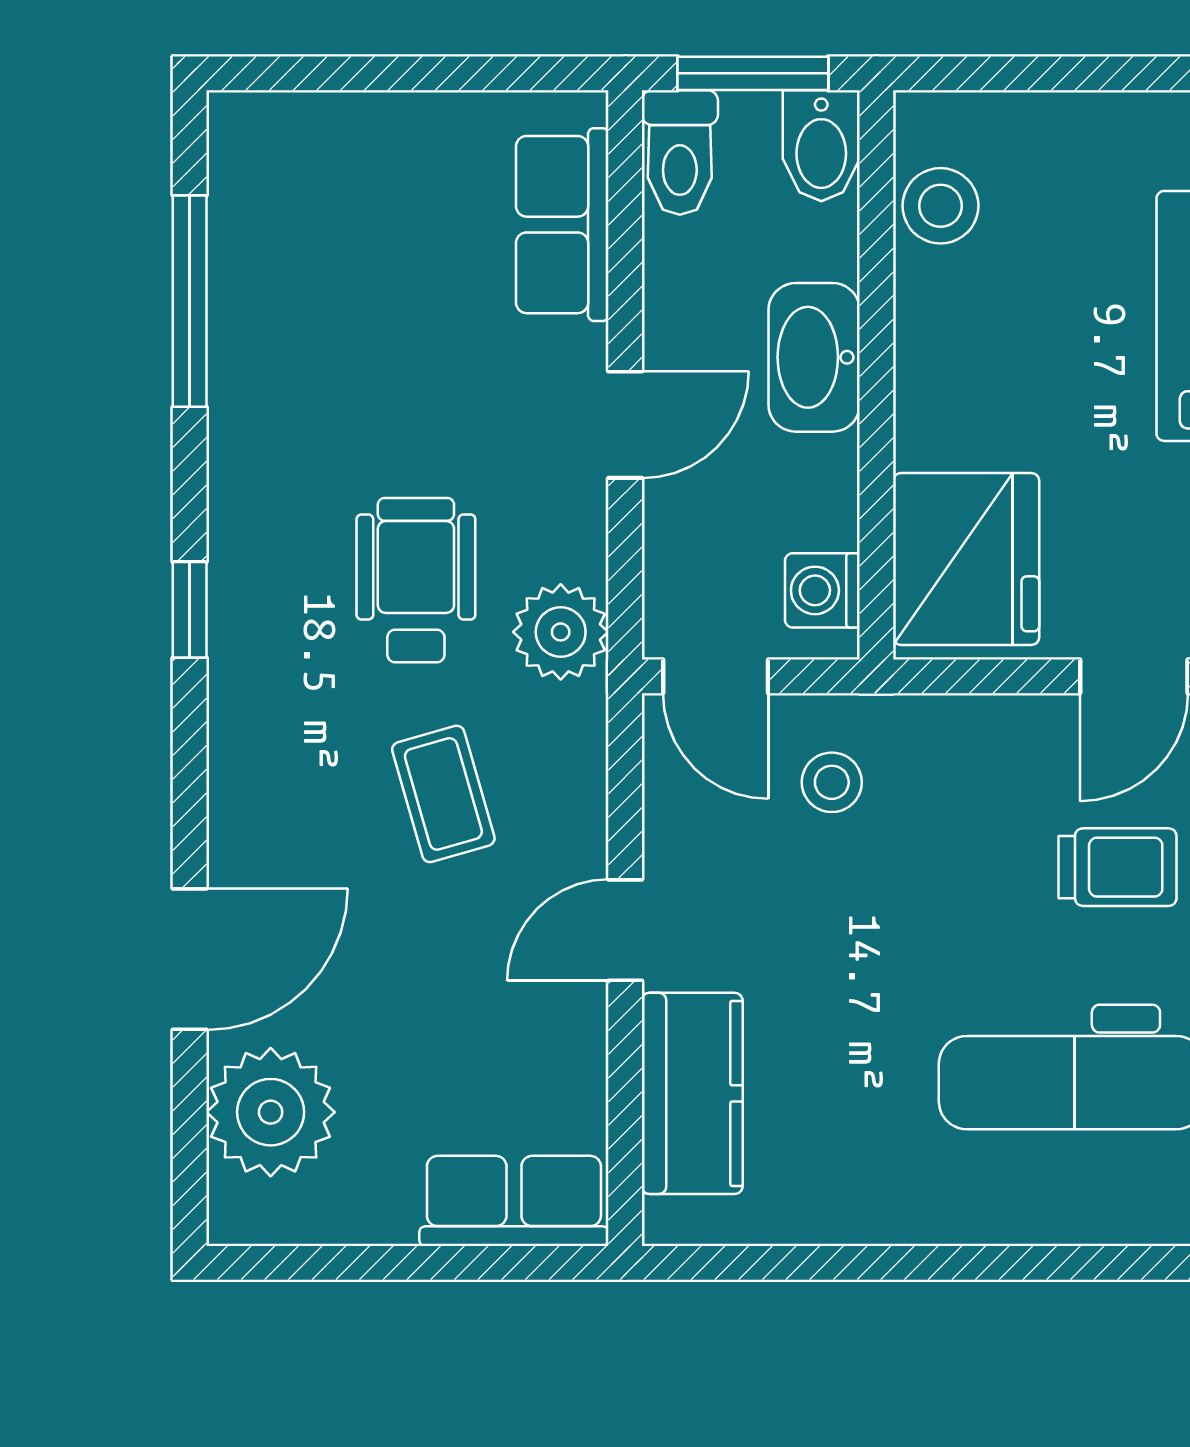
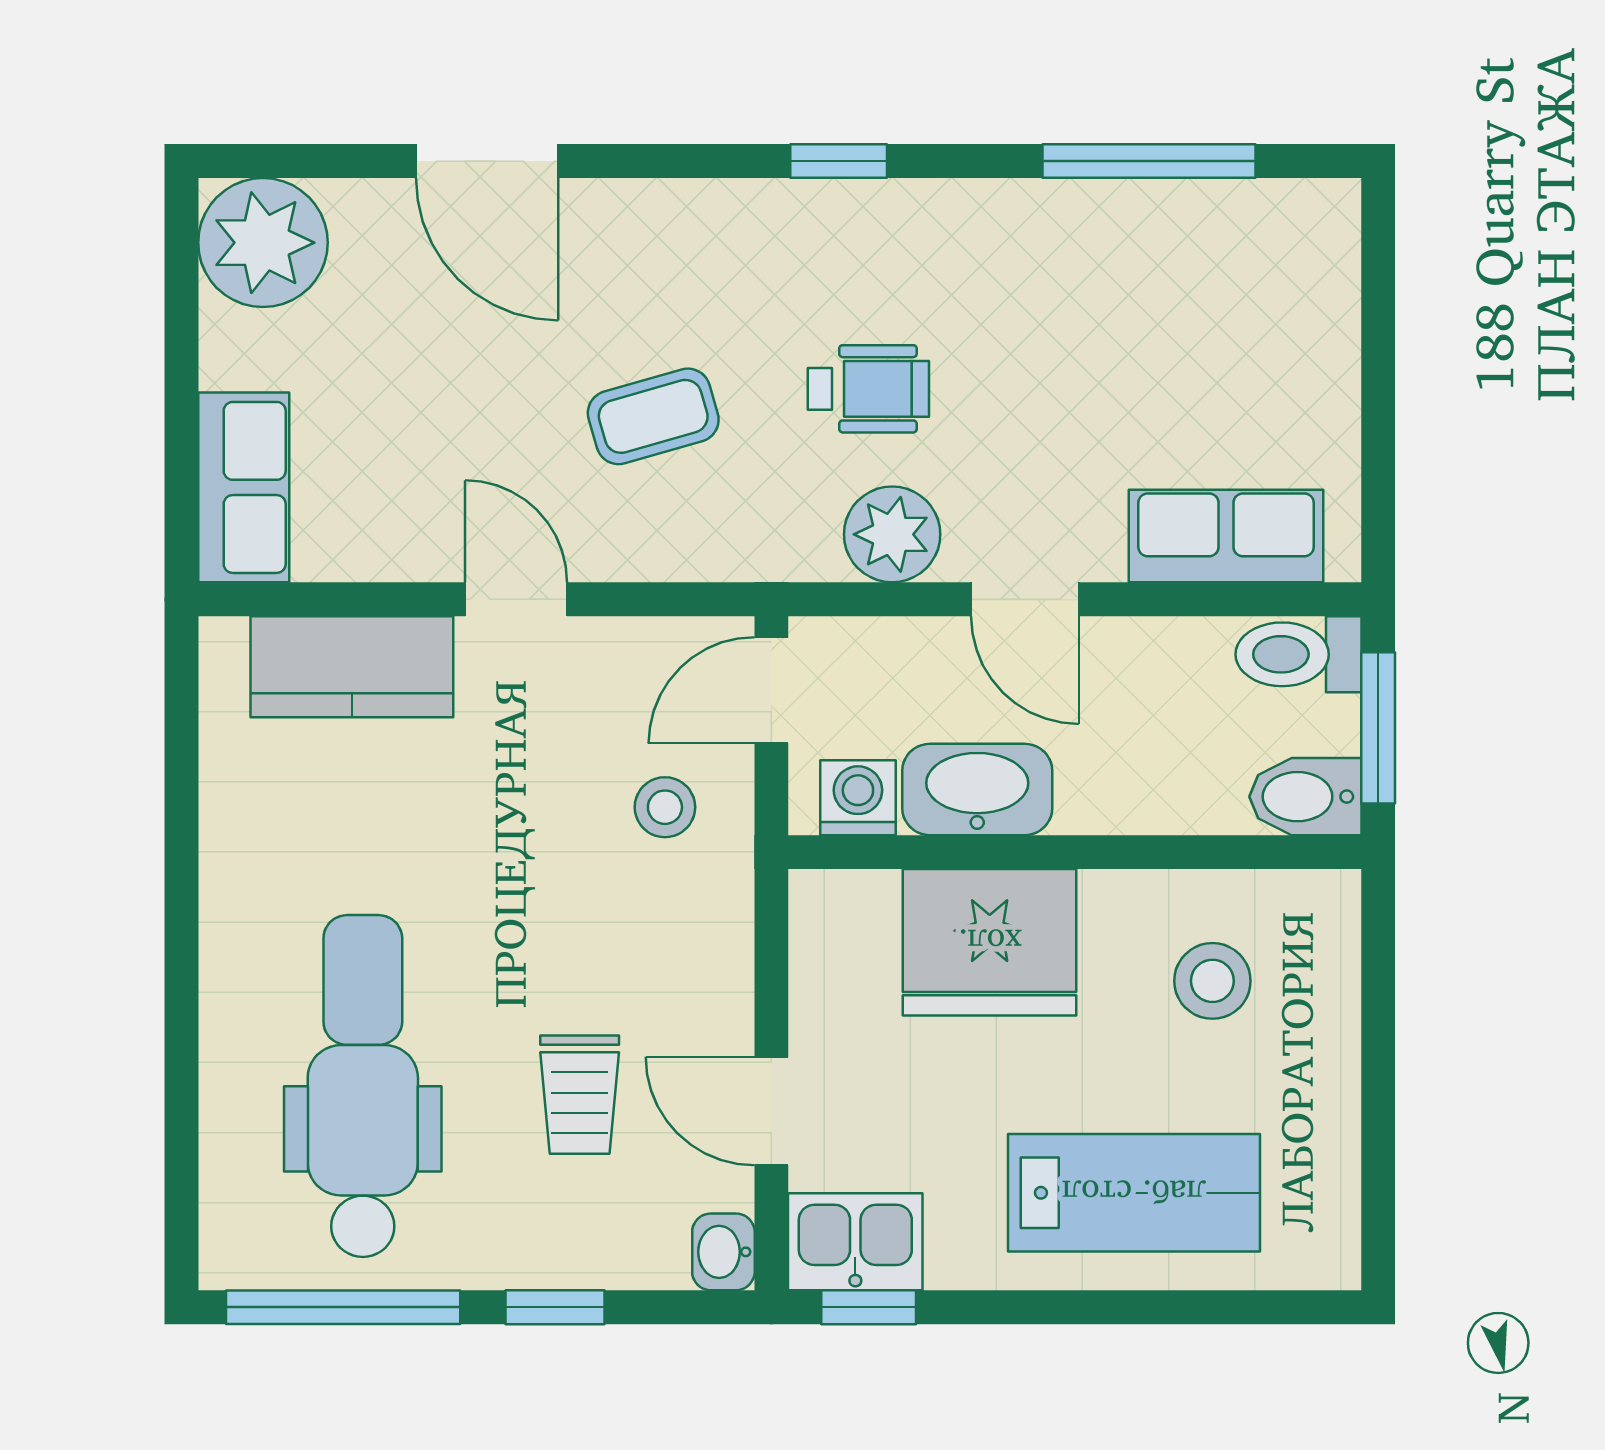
stool: (940, 206) -> (1212, 981), moved
washbasin: (814, 357) -> (977, 789), moved
fridge: (966, 559) -> (990, 942), moved
wheelchair: (416, 580) -> (868, 389), width x0.73, depth x0.73
plant: (561, 632) -> (892, 534), moved
plant: (271, 1112) -> (263, 243), moved

